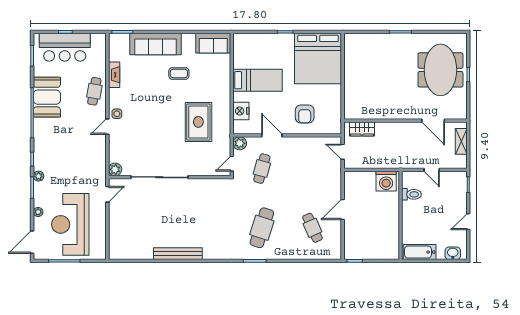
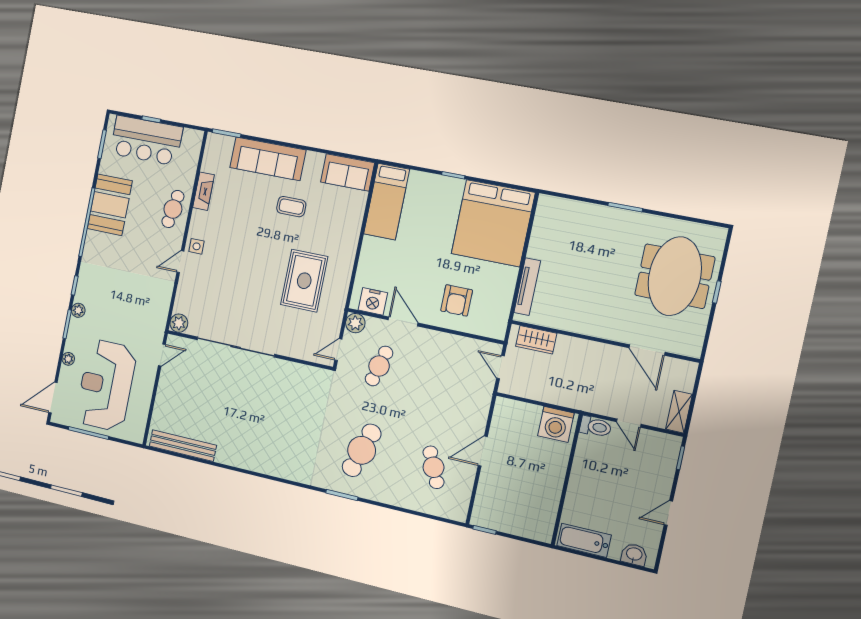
bed: (258, 80) -> (387, 202), moved, turned 90
tv unit: (349, 96) -> (527, 287), added
nightstand: (241, 111) -> (373, 301), moved, turned -90
shelving: (461, 141) -> (679, 412), moved
toilet: (411, 194) -> (595, 427), moved
bench: (178, 254) -> (183, 446), moved

